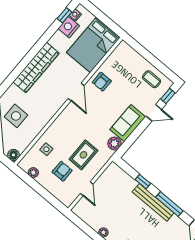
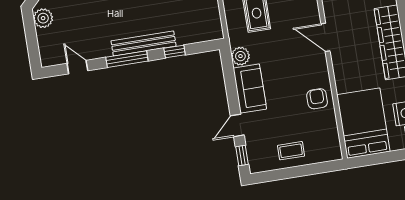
coffee table: (152, 79) -> (291, 151), moved
door: (76, 92) -> (325, 37), moved

